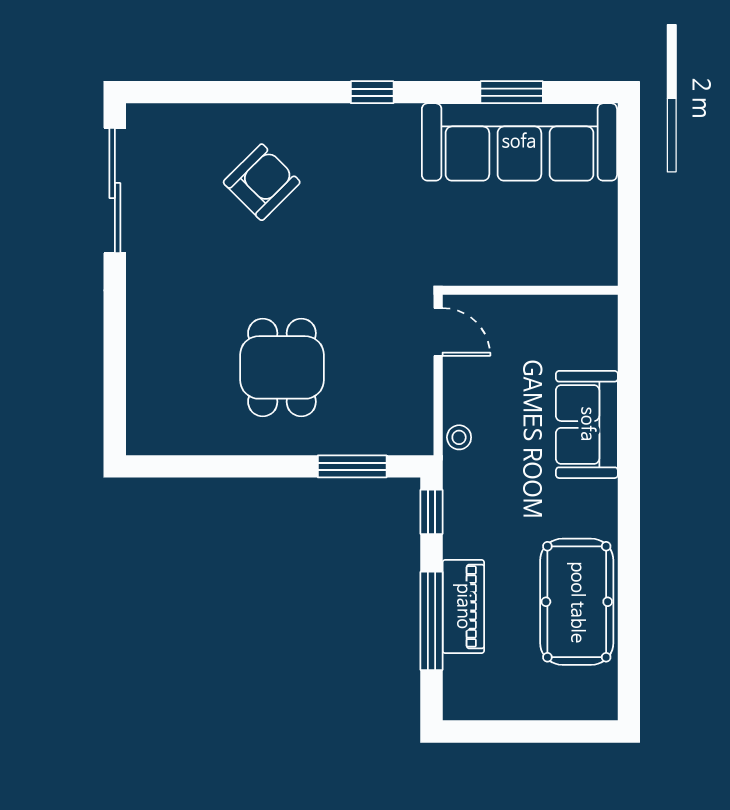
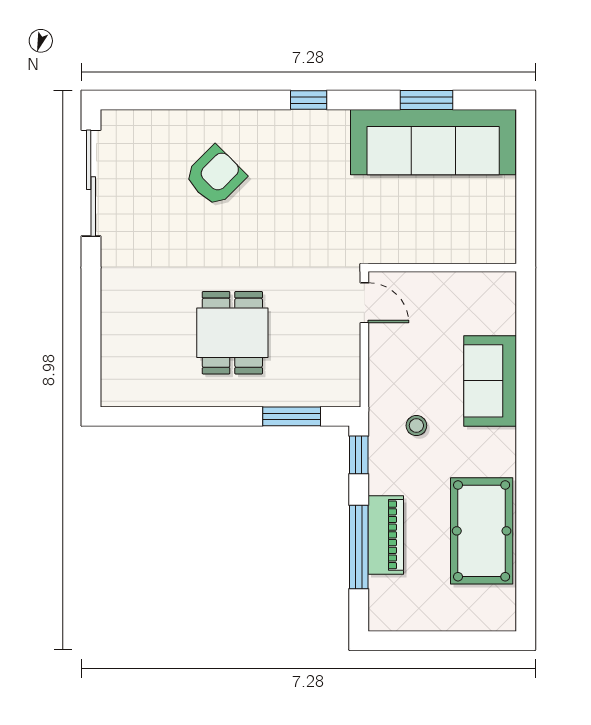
stool: (459, 437) -> (416, 426), moved

